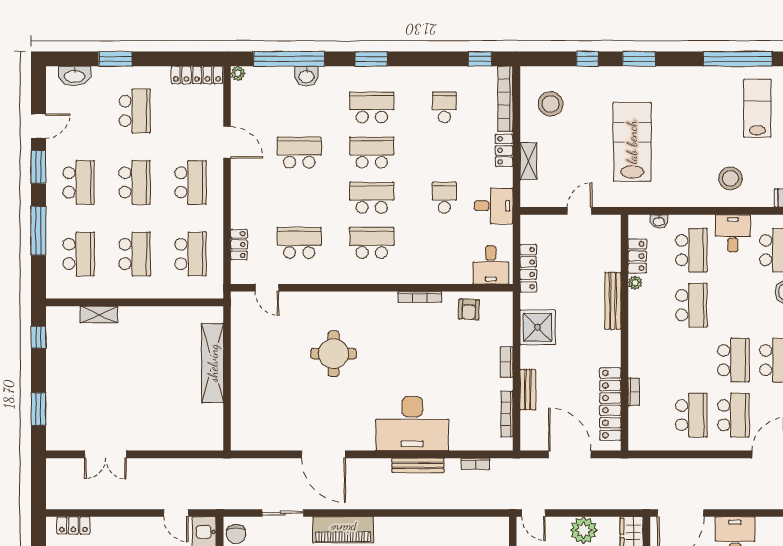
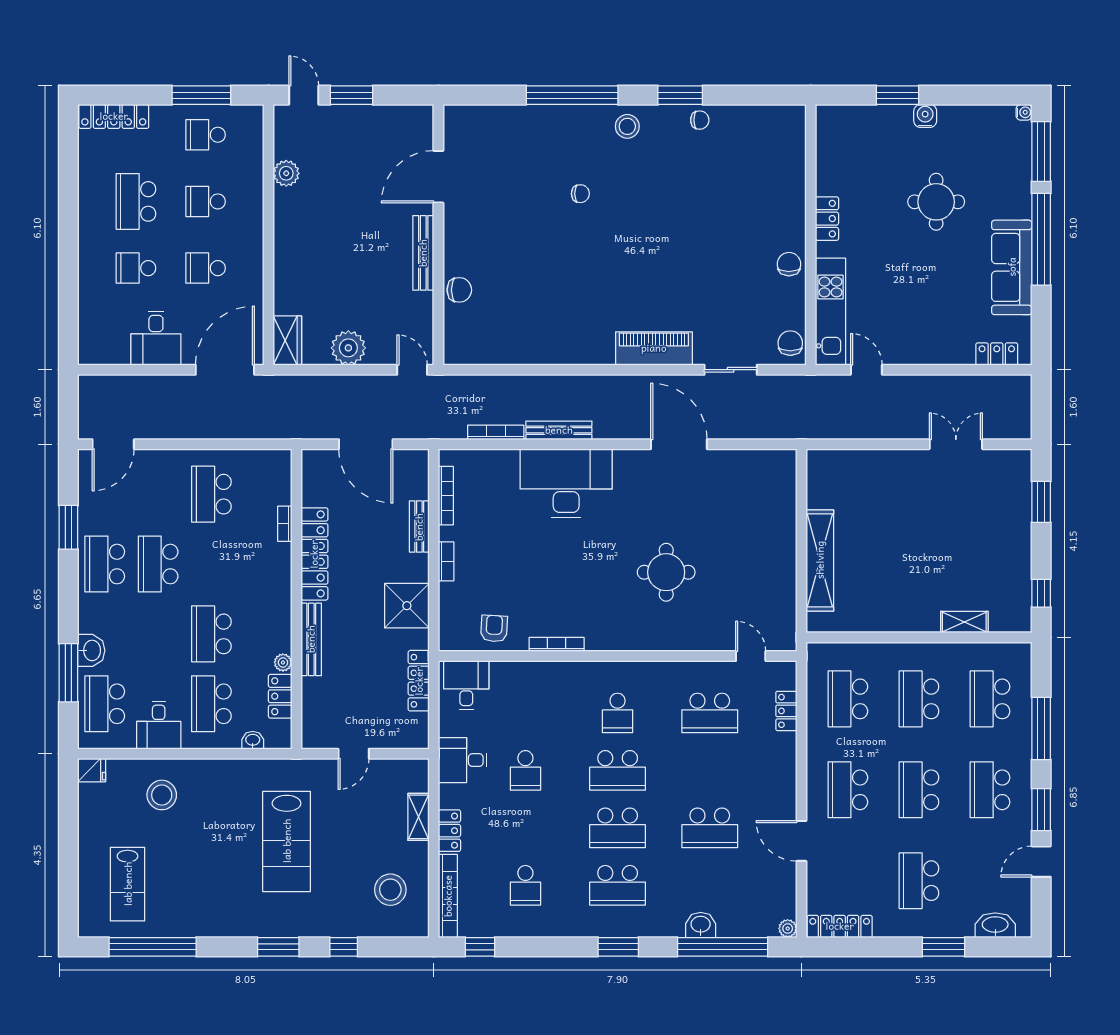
school desk: (372, 243) -> (618, 713), width x0.54
locker: (610, 404) -> (314, 554), moved
school desk: (733, 415) -> (158, 494), removed
bookcase: (476, 464) -> (496, 432), width x1.56

